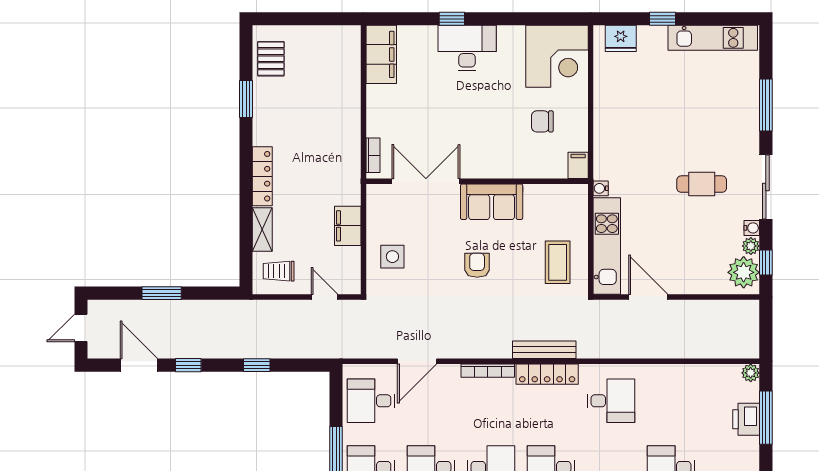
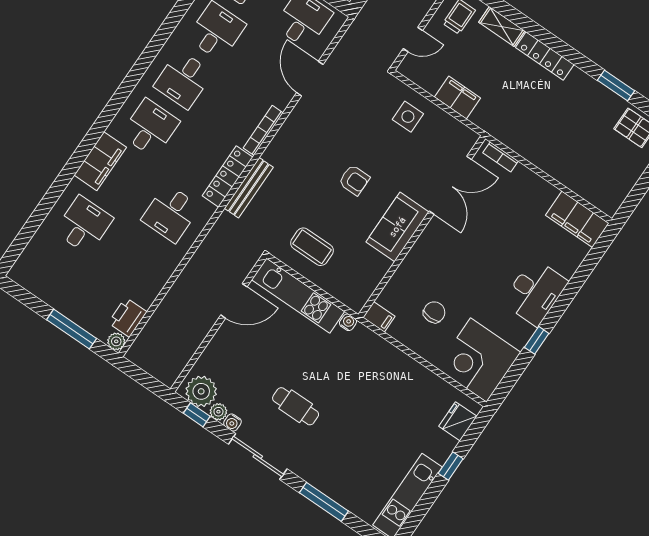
window: (452, 19) -> (537, 340), moved
cafe table: (702, 184) -> (296, 406), turned 90
printer: (746, 419) -> (128, 317), moved, turned -90

